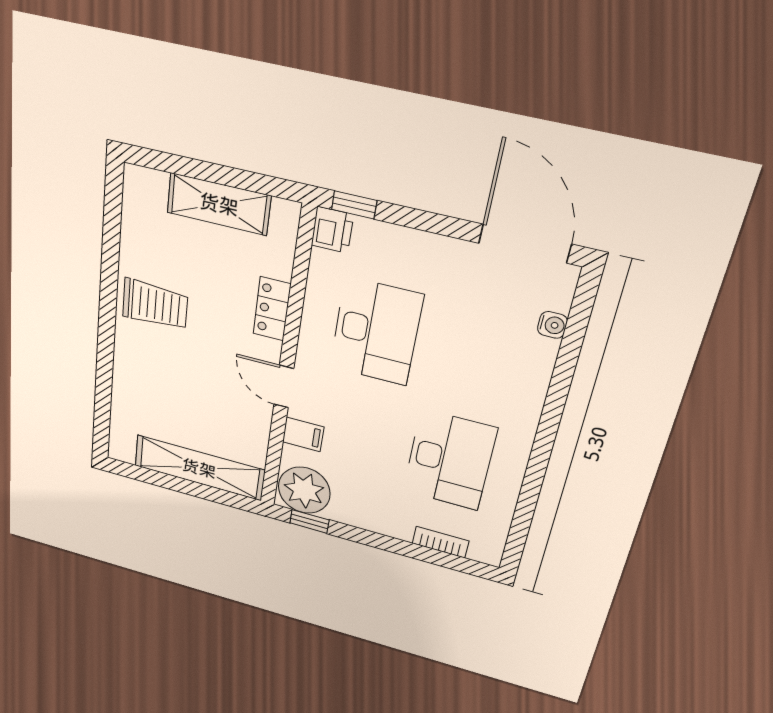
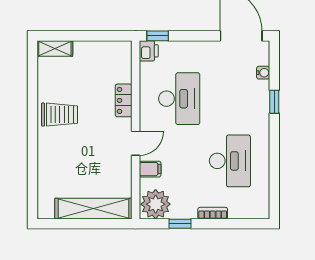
shelving: (219, 204) -> (55, 48), moved, width x0.67, depth x0.75
window: (561, 383) -> (274, 102), added
door: (284, 386) -> (136, 143), swing flipped
window: (309, 521) -> (180, 224), moved
bookcase: (441, 542) -> (213, 213), moved

